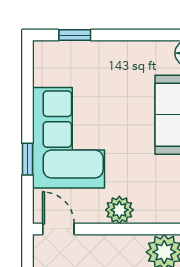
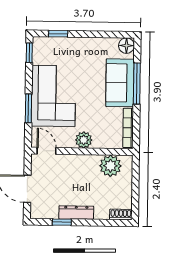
window: (27, 67) -> (29, 53), added
window: (27, 159) -> (28, 108), width x1.50

